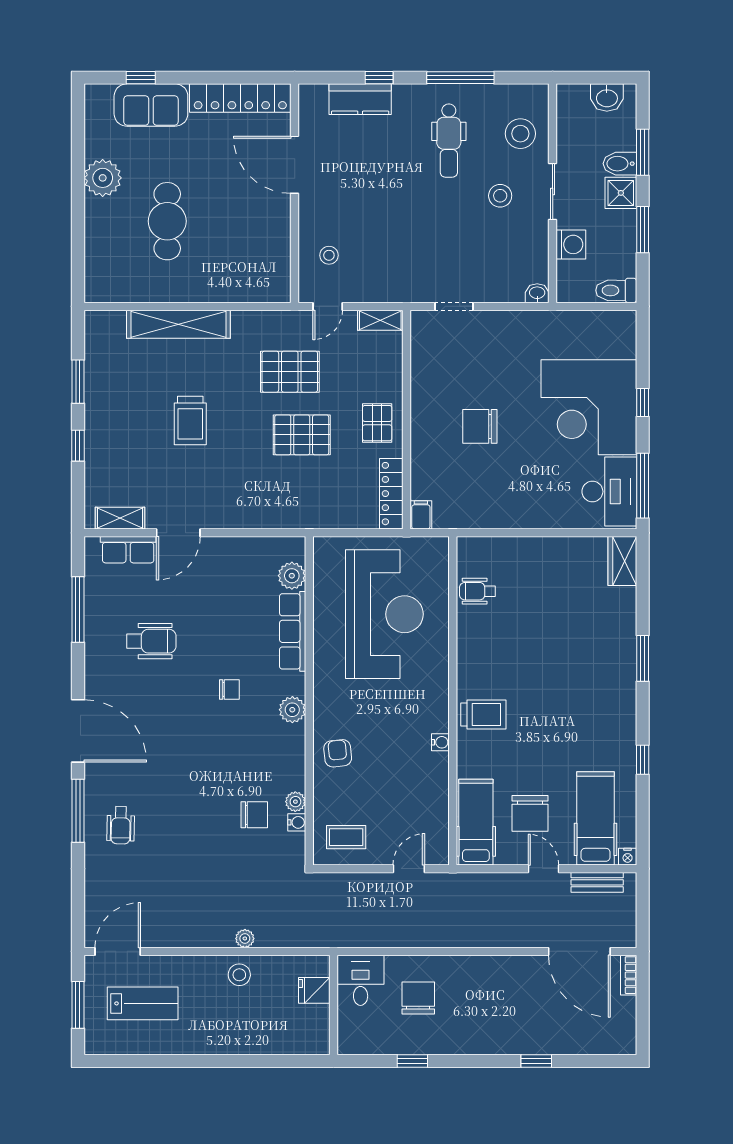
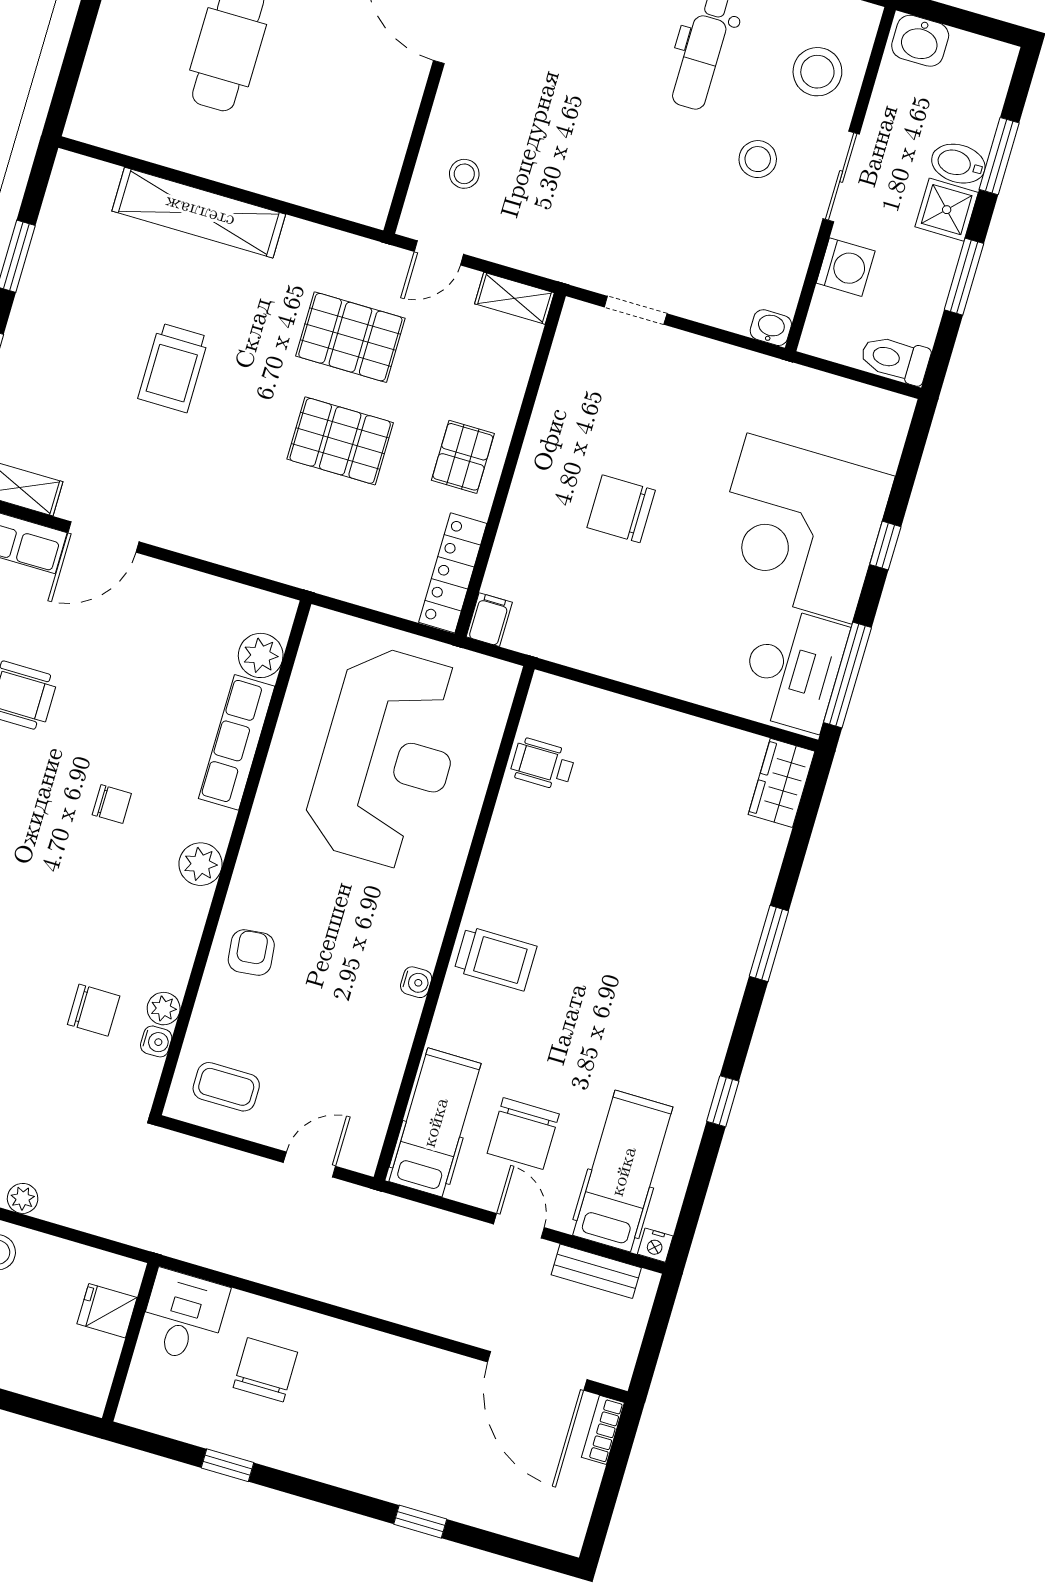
washbasin: (607, 98) -> (920, 41), moved

